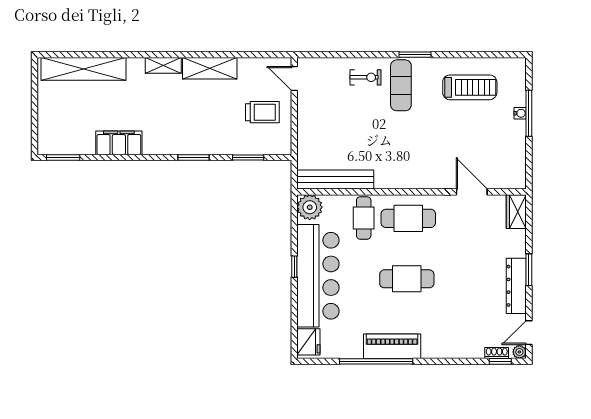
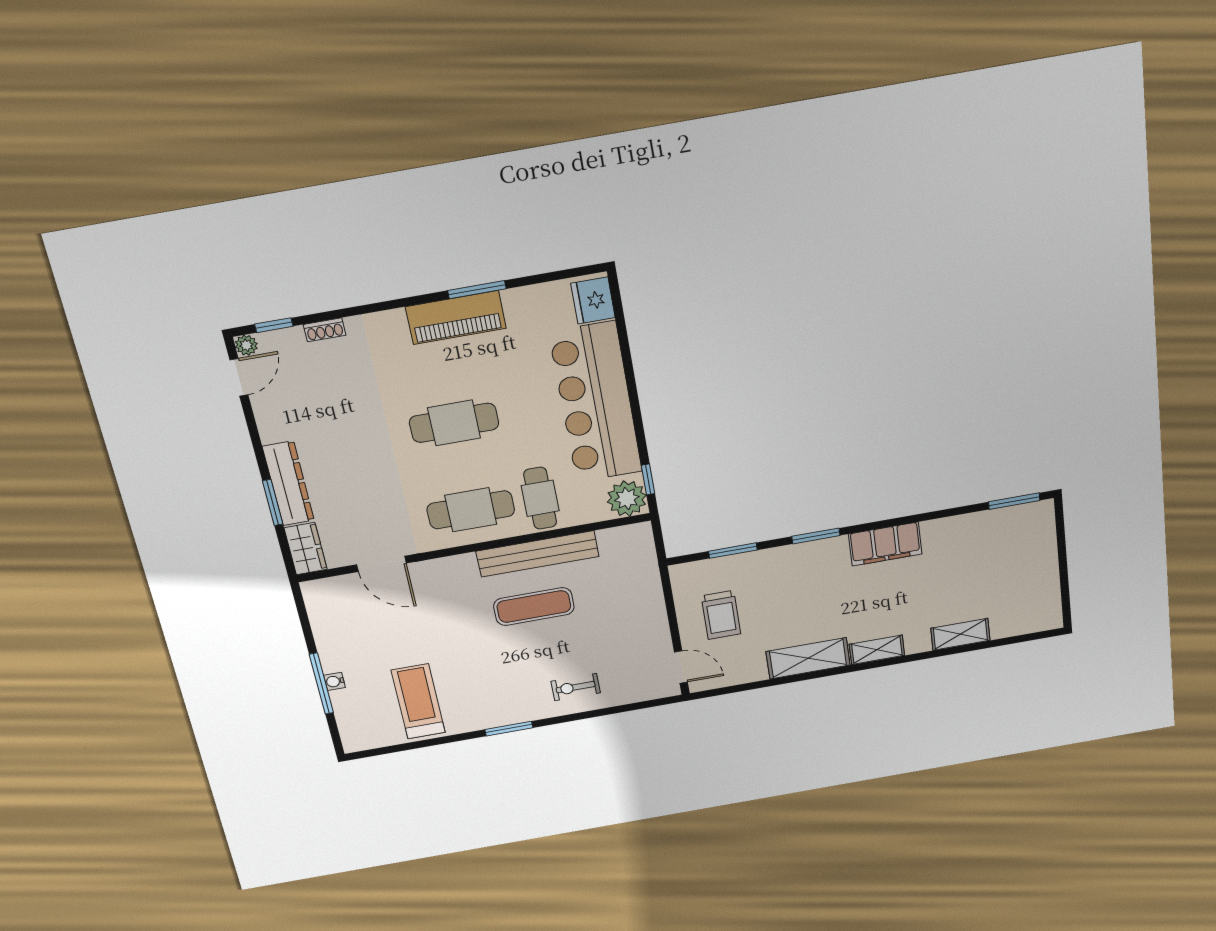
shelving: (84, 69) -> (960, 634), width x0.45, depth x0.75
exercise mat: (401, 85) -> (534, 607), moved, turned 90
treadmill: (470, 87) -> (418, 701), turned 90
trolley: (262, 112) -> (721, 615), turned -90
filing cabinet: (119, 143) -> (885, 544), moved
bench: (335, 180) -> (537, 554), moved
window: (294, 267) -> (648, 479), moved
window: (529, 270) -> (273, 503), moved
dresser: (516, 286) -> (288, 483), moved
shoe rack: (497, 353) -> (325, 330), moved
window: (376, 361) -> (477, 290), width x0.47

